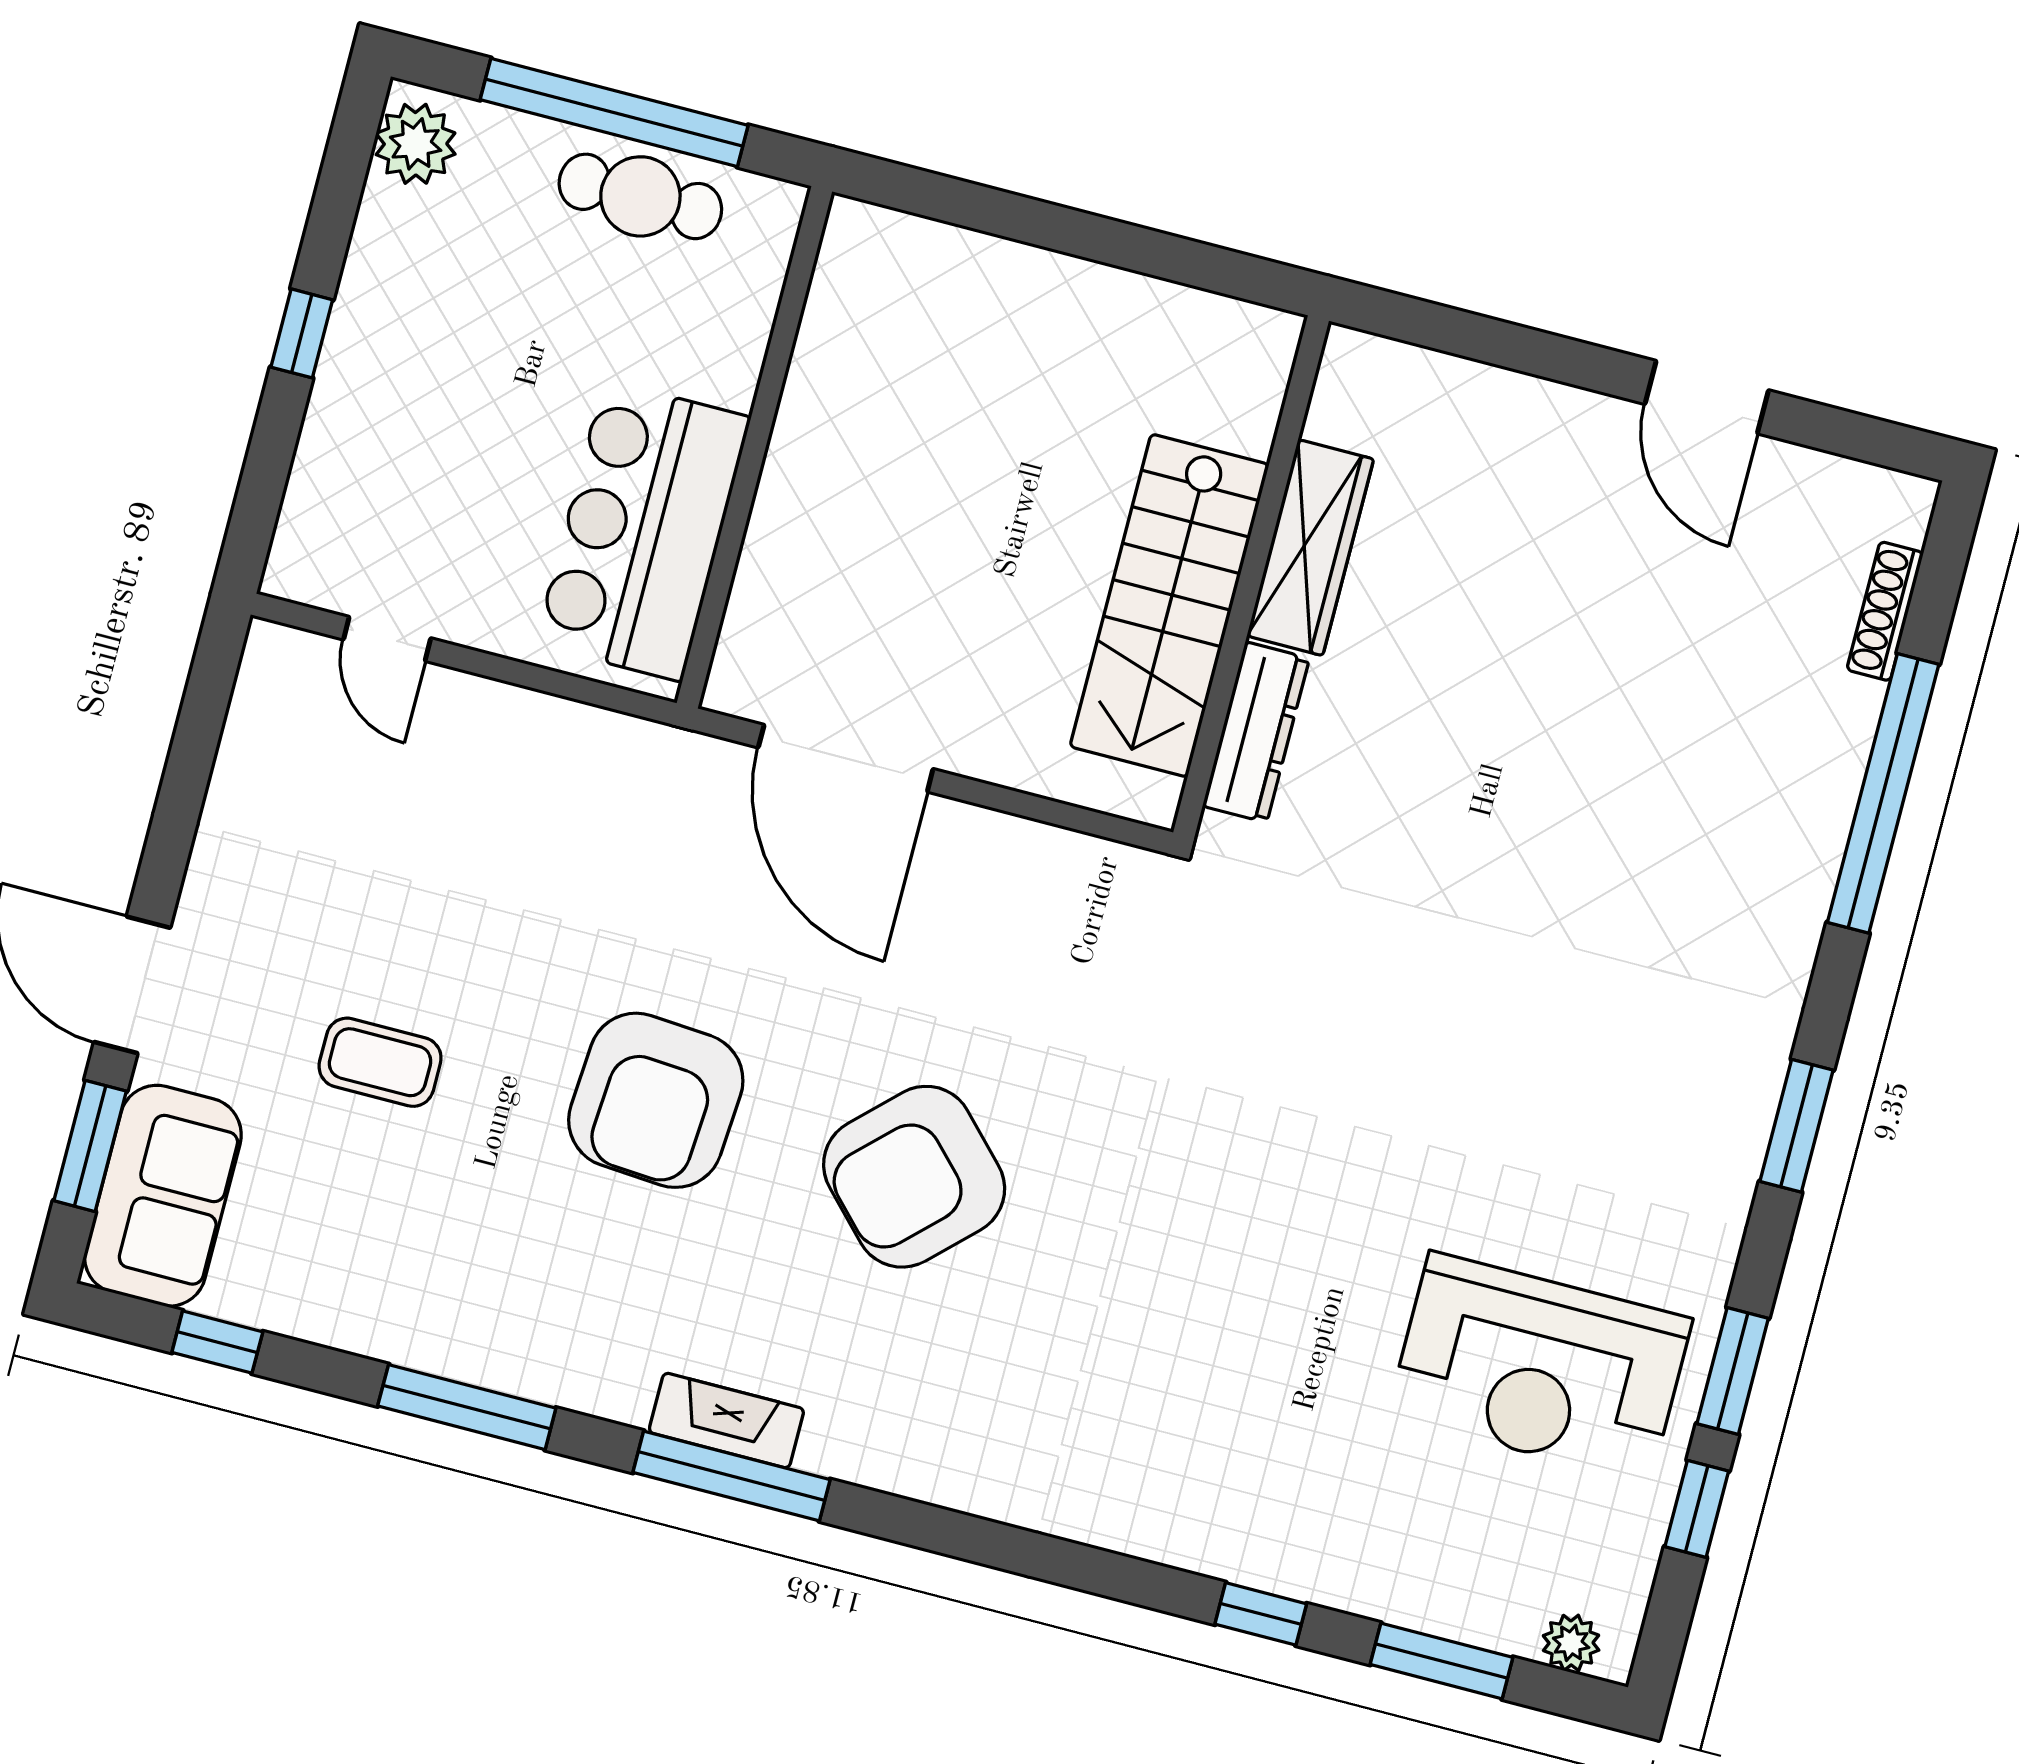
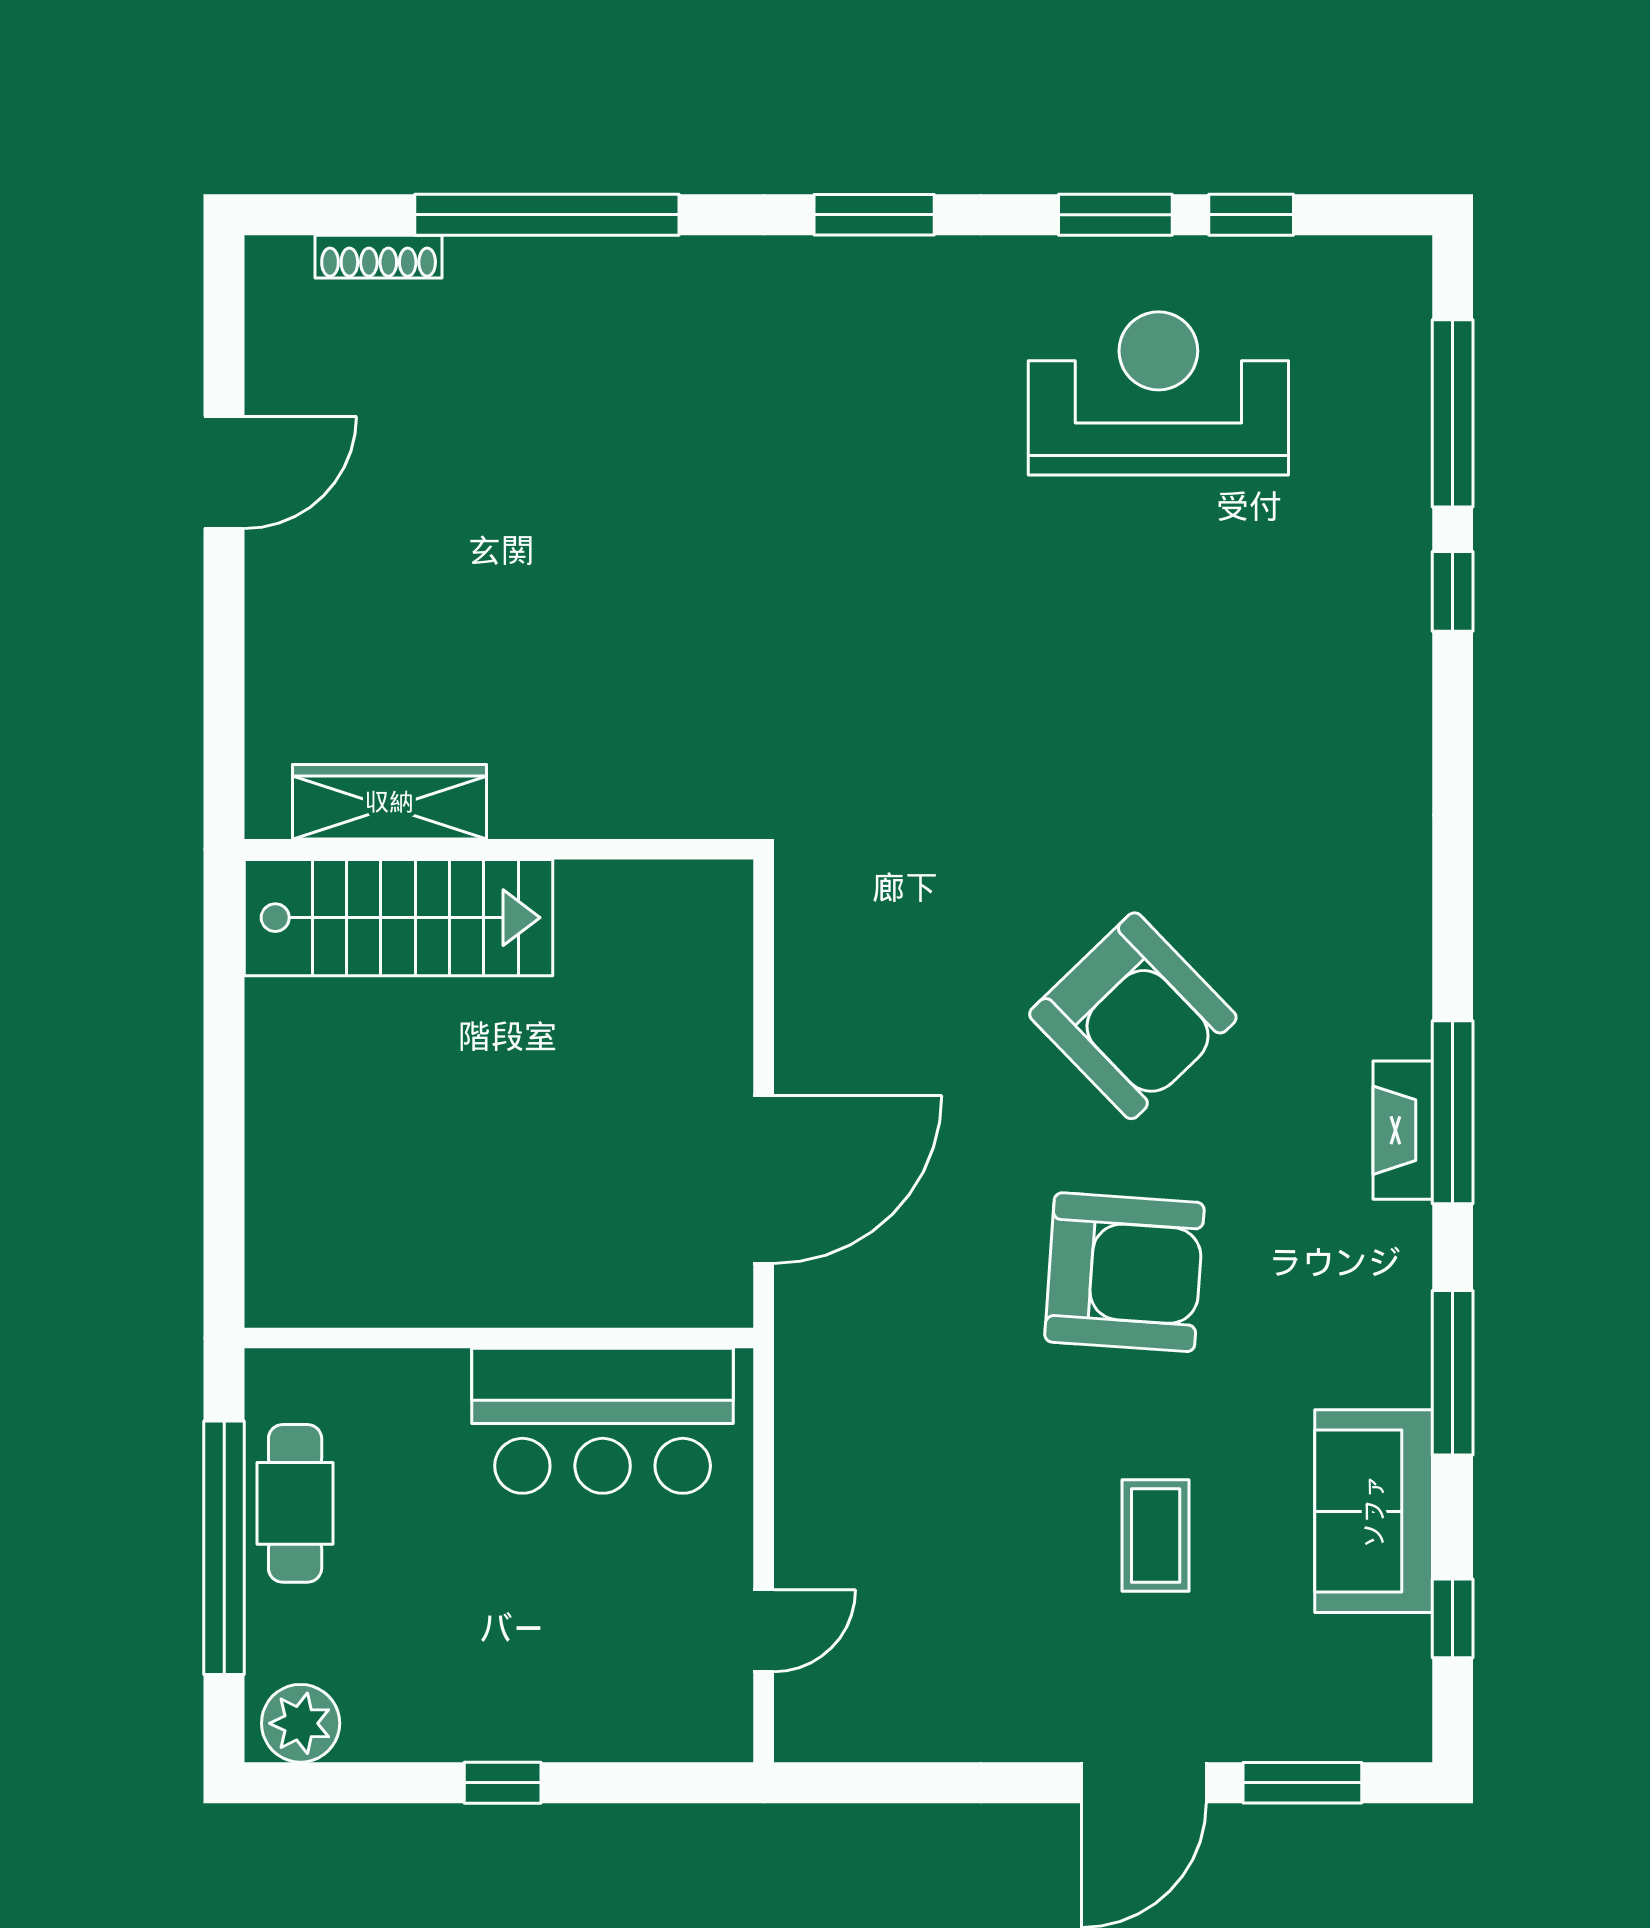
wardrobe: (1310, 547) -> (389, 802), moved
stairs: (1169, 605) -> (398, 918), moved
dresser: (1256, 732) -> (641, 807), removed
sofa: (163, 1196) -> (1374, 1511), moved, turned -90
reception desk: (1540, 1367) -> (1158, 393), turned -90
plant: (1571, 1643) -> (1405, 298), removed
window: (1441, 1661) -> (1453, 413), width x1.44

